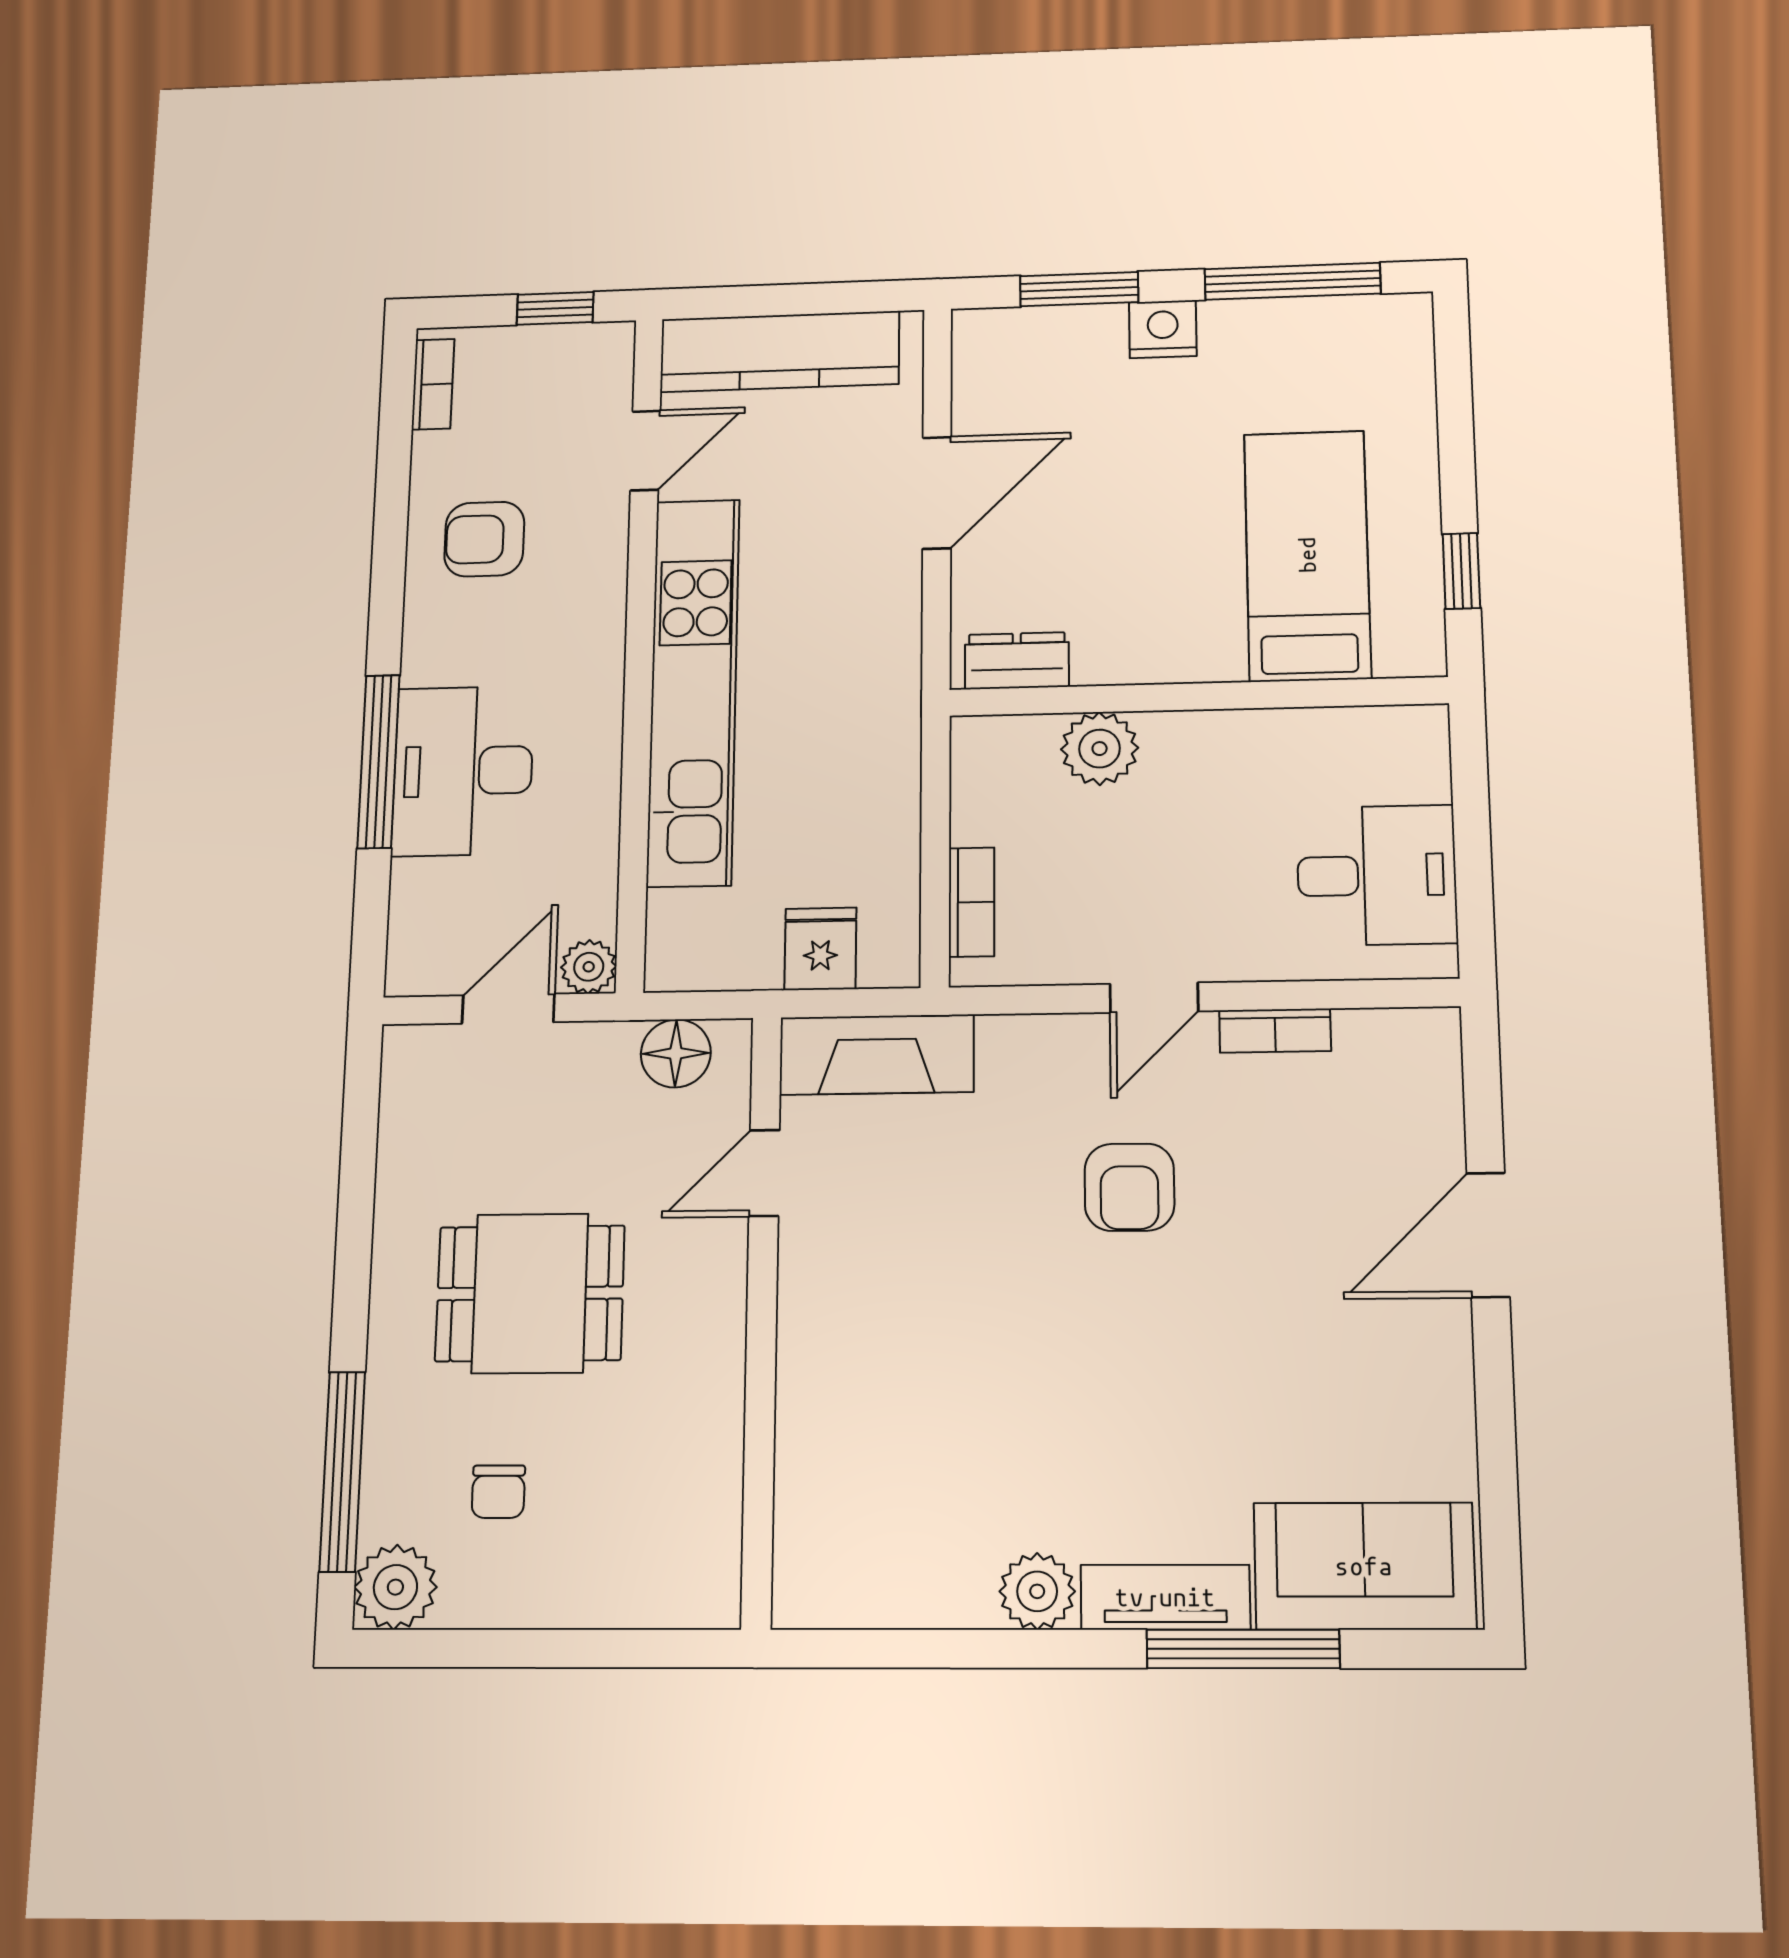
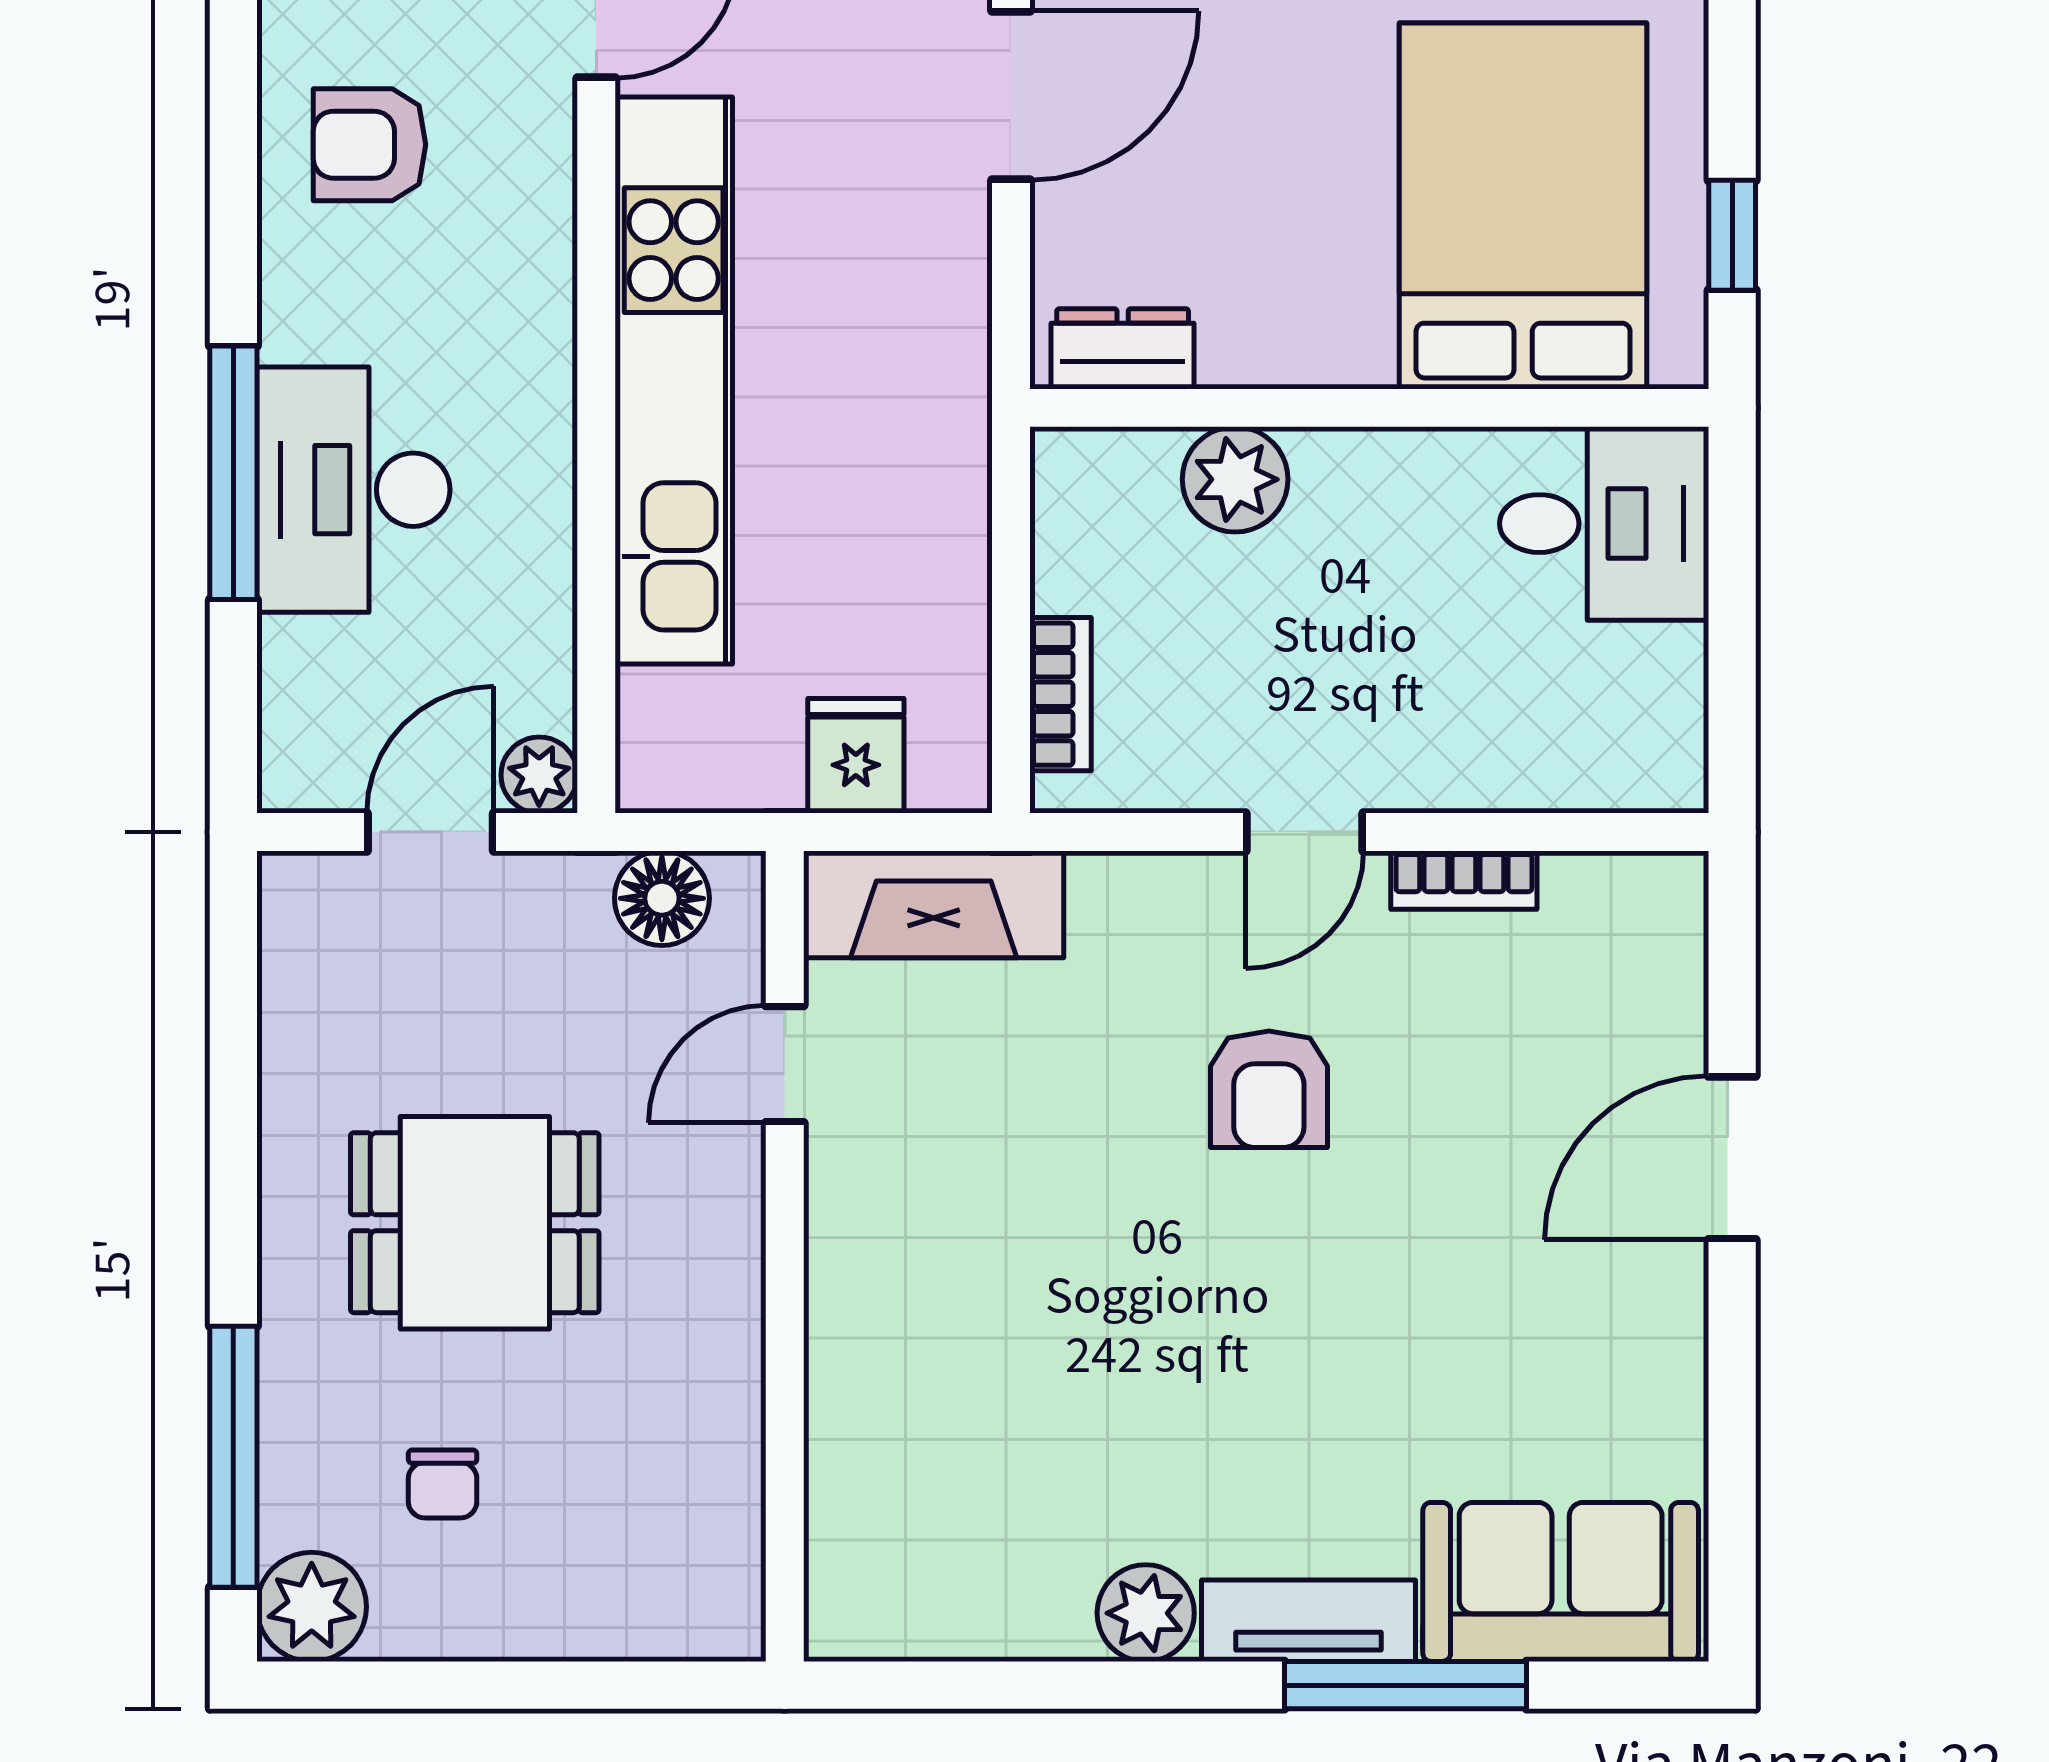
bed: (1307, 555) -> (1523, 206), width x1.50
desk: (1377, 875) -> (1604, 524), moved

